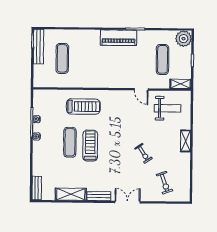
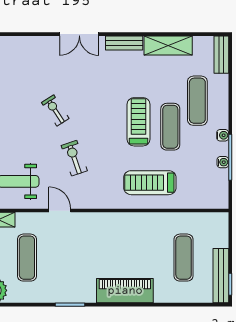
piano: (118, 38) -> (125, 291), moved
treadmill: (90, 146) -> (139, 122), turned 180
exercise mat: (52, 159) -> (197, 101), added
exercise bike: (165, 183) -> (74, 158), moved

